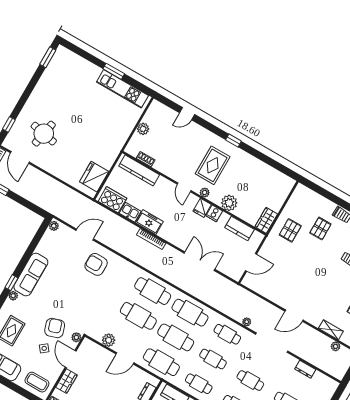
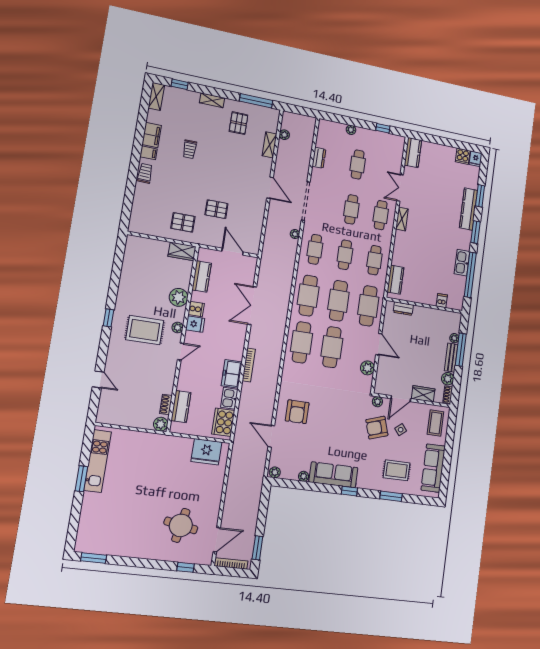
plant: (143, 129) -> (161, 424), moved
kitchen counter: (139, 170) -> (181, 407), width x0.67
pallet: (320, 229) -> (216, 209), moved
plant: (13, 296) -> (304, 476), moved

